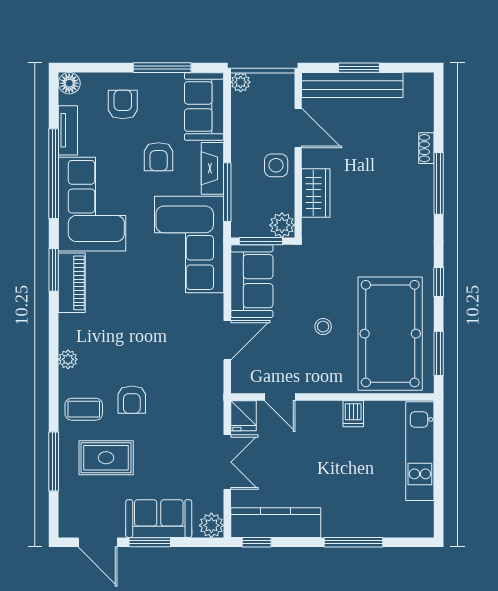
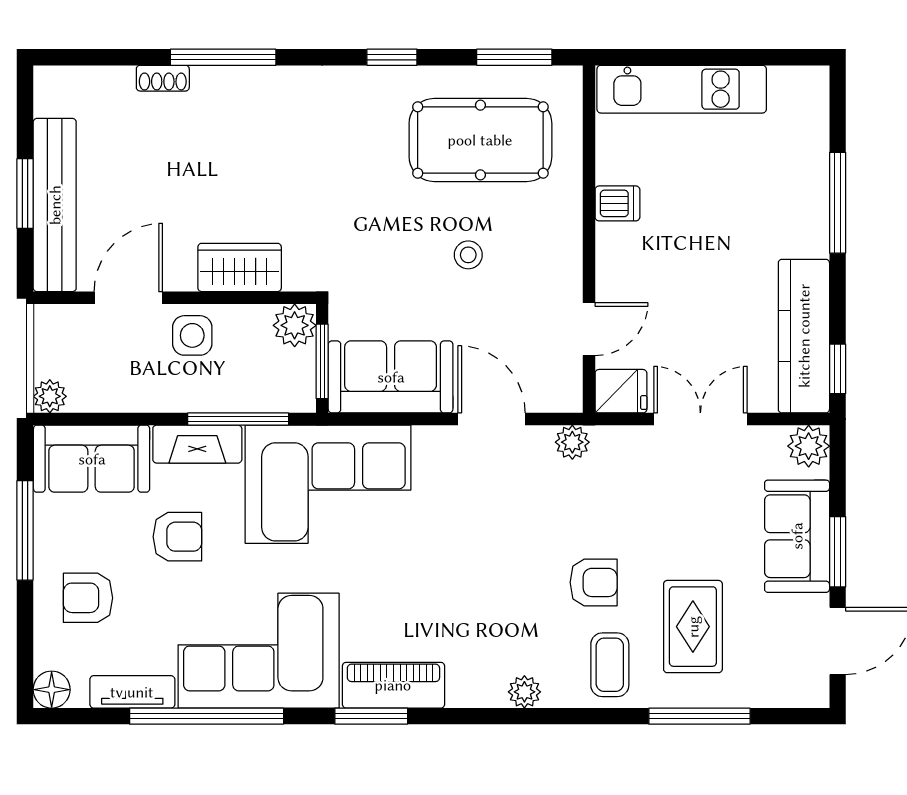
pool table: (390, 334) -> (480, 140), width x0.73, depth x0.76
plant: (214, 387) -> (572, 442), added

